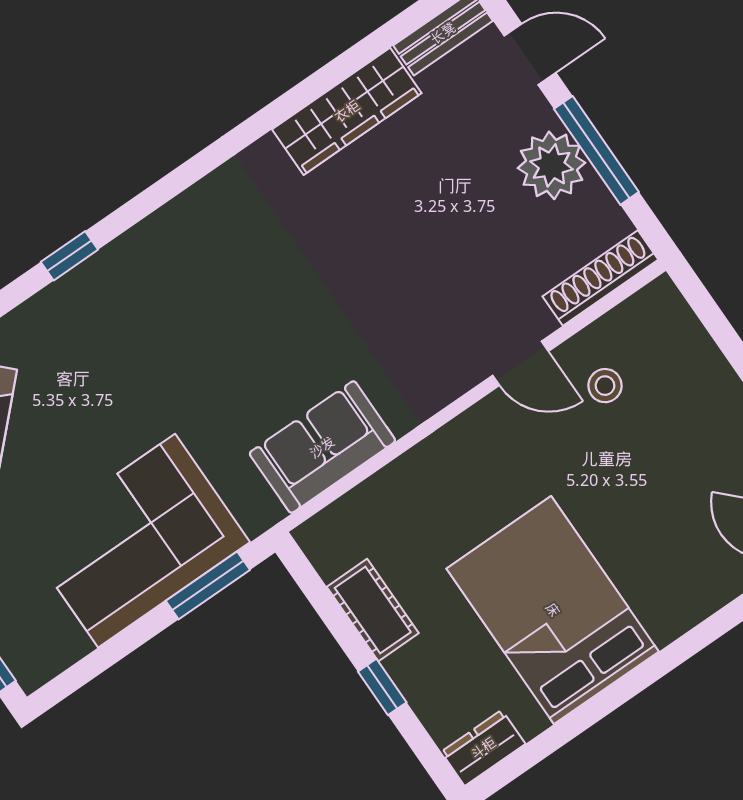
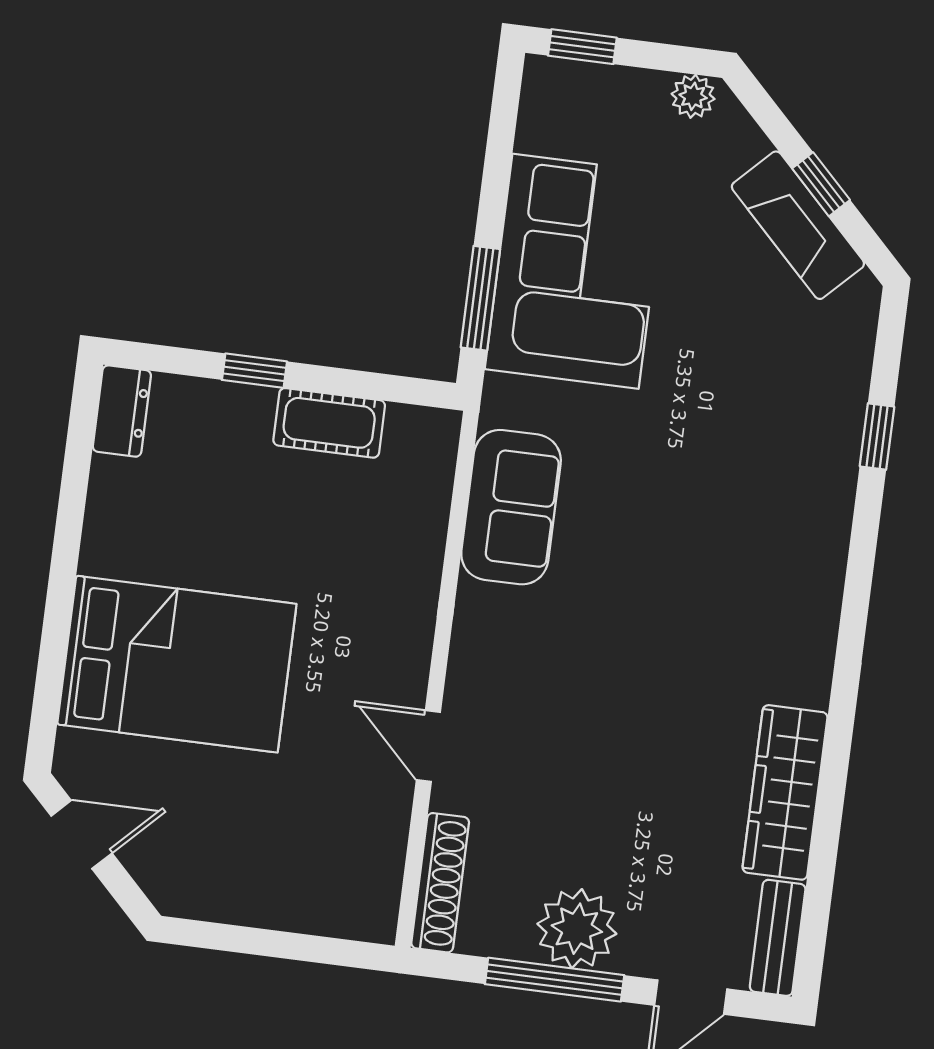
door: (521, 363) -> (428, 746), hinge flipped
stool: (605, 386) -> (342, 802), removed
bed: (553, 610) -> (177, 664), moved

